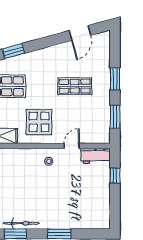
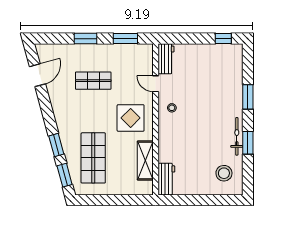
door: (80, 33) -> (37, 75), hinge flipped
shop shelf: (75, 86) -> (93, 81), turned 90
window: (115, 176) -> (223, 39), moved

